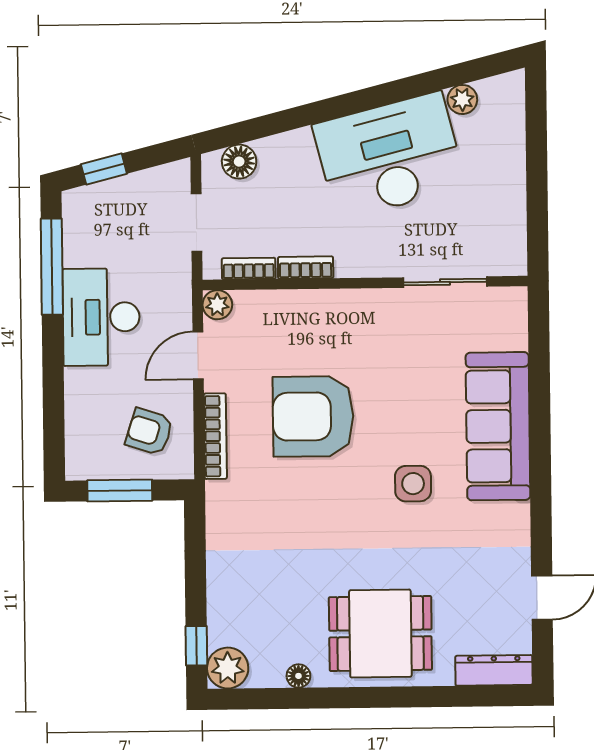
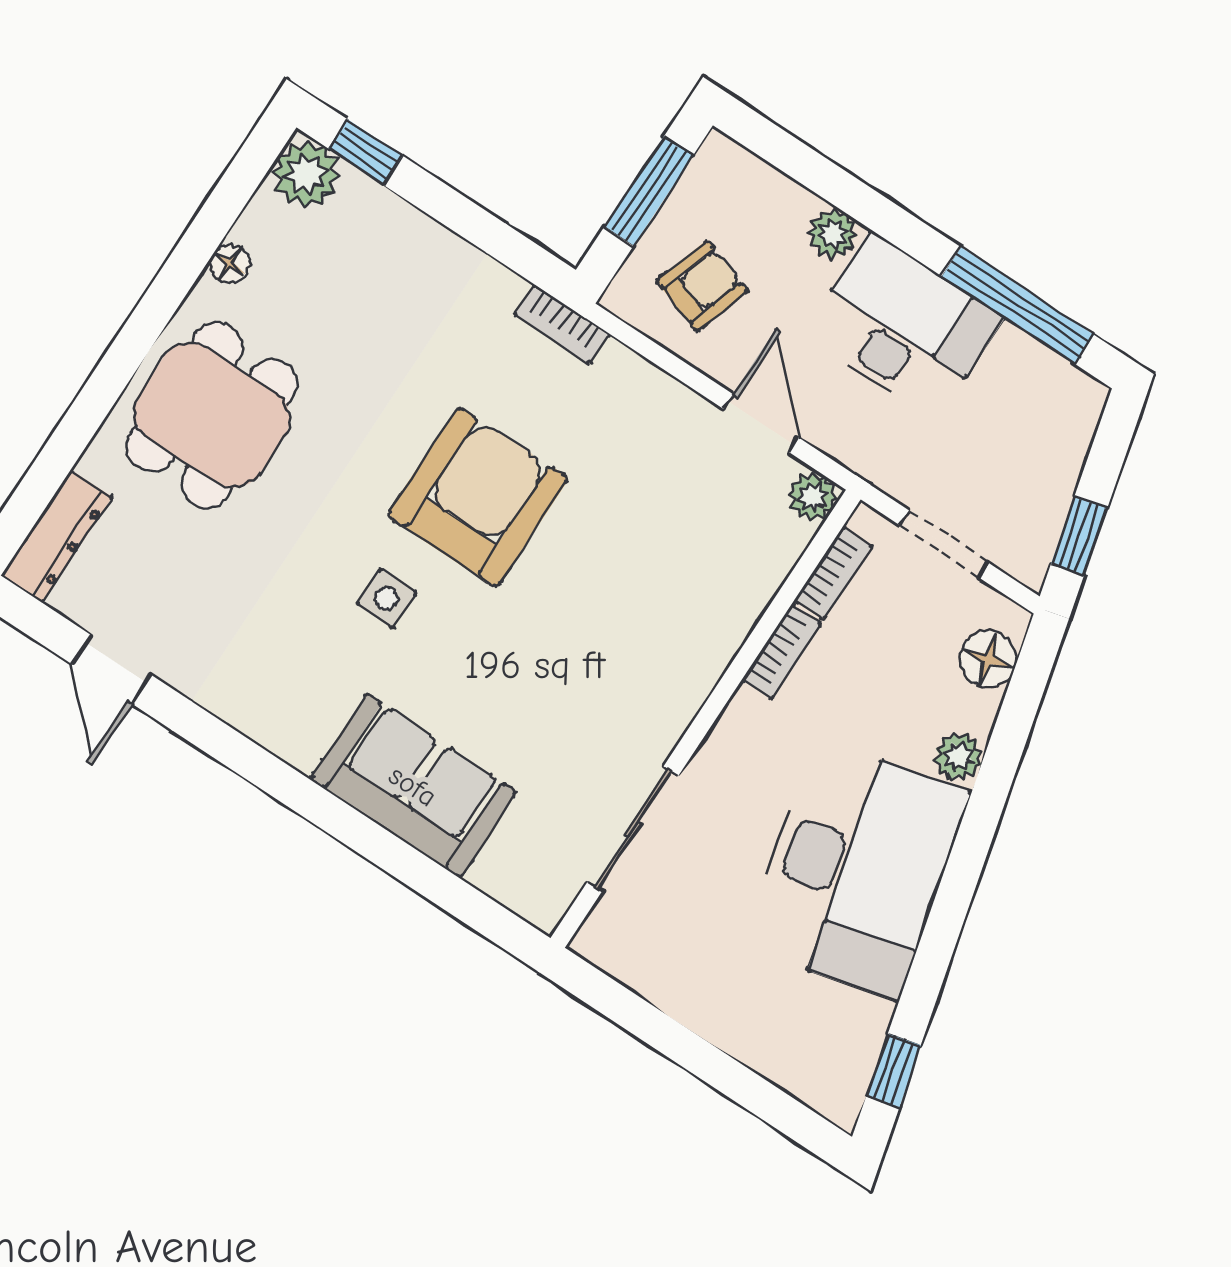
window: (477, 69) -> (894, 1070), added
plant: (462, 99) -> (959, 756), moved
window: (104, 169) -> (1079, 536), moved
plant: (79, 384) -> (833, 234), added
armchair: (313, 416) -> (478, 497), moved
sofa: (498, 426) -> (413, 786), width x0.73
bookcase: (215, 436) -> (562, 324), moved, width x0.64
side table: (413, 484) -> (387, 599), width x0.73, depth x0.73

